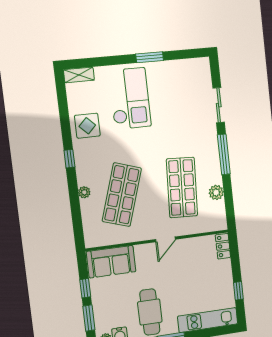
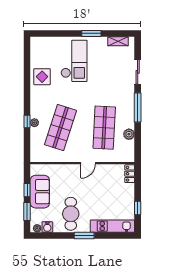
shelving: (79, 75) -> (118, 41), moved
window: (69, 159) -> (27, 122), moved
sofa: (111, 262) -> (40, 192), moved, turned -90

